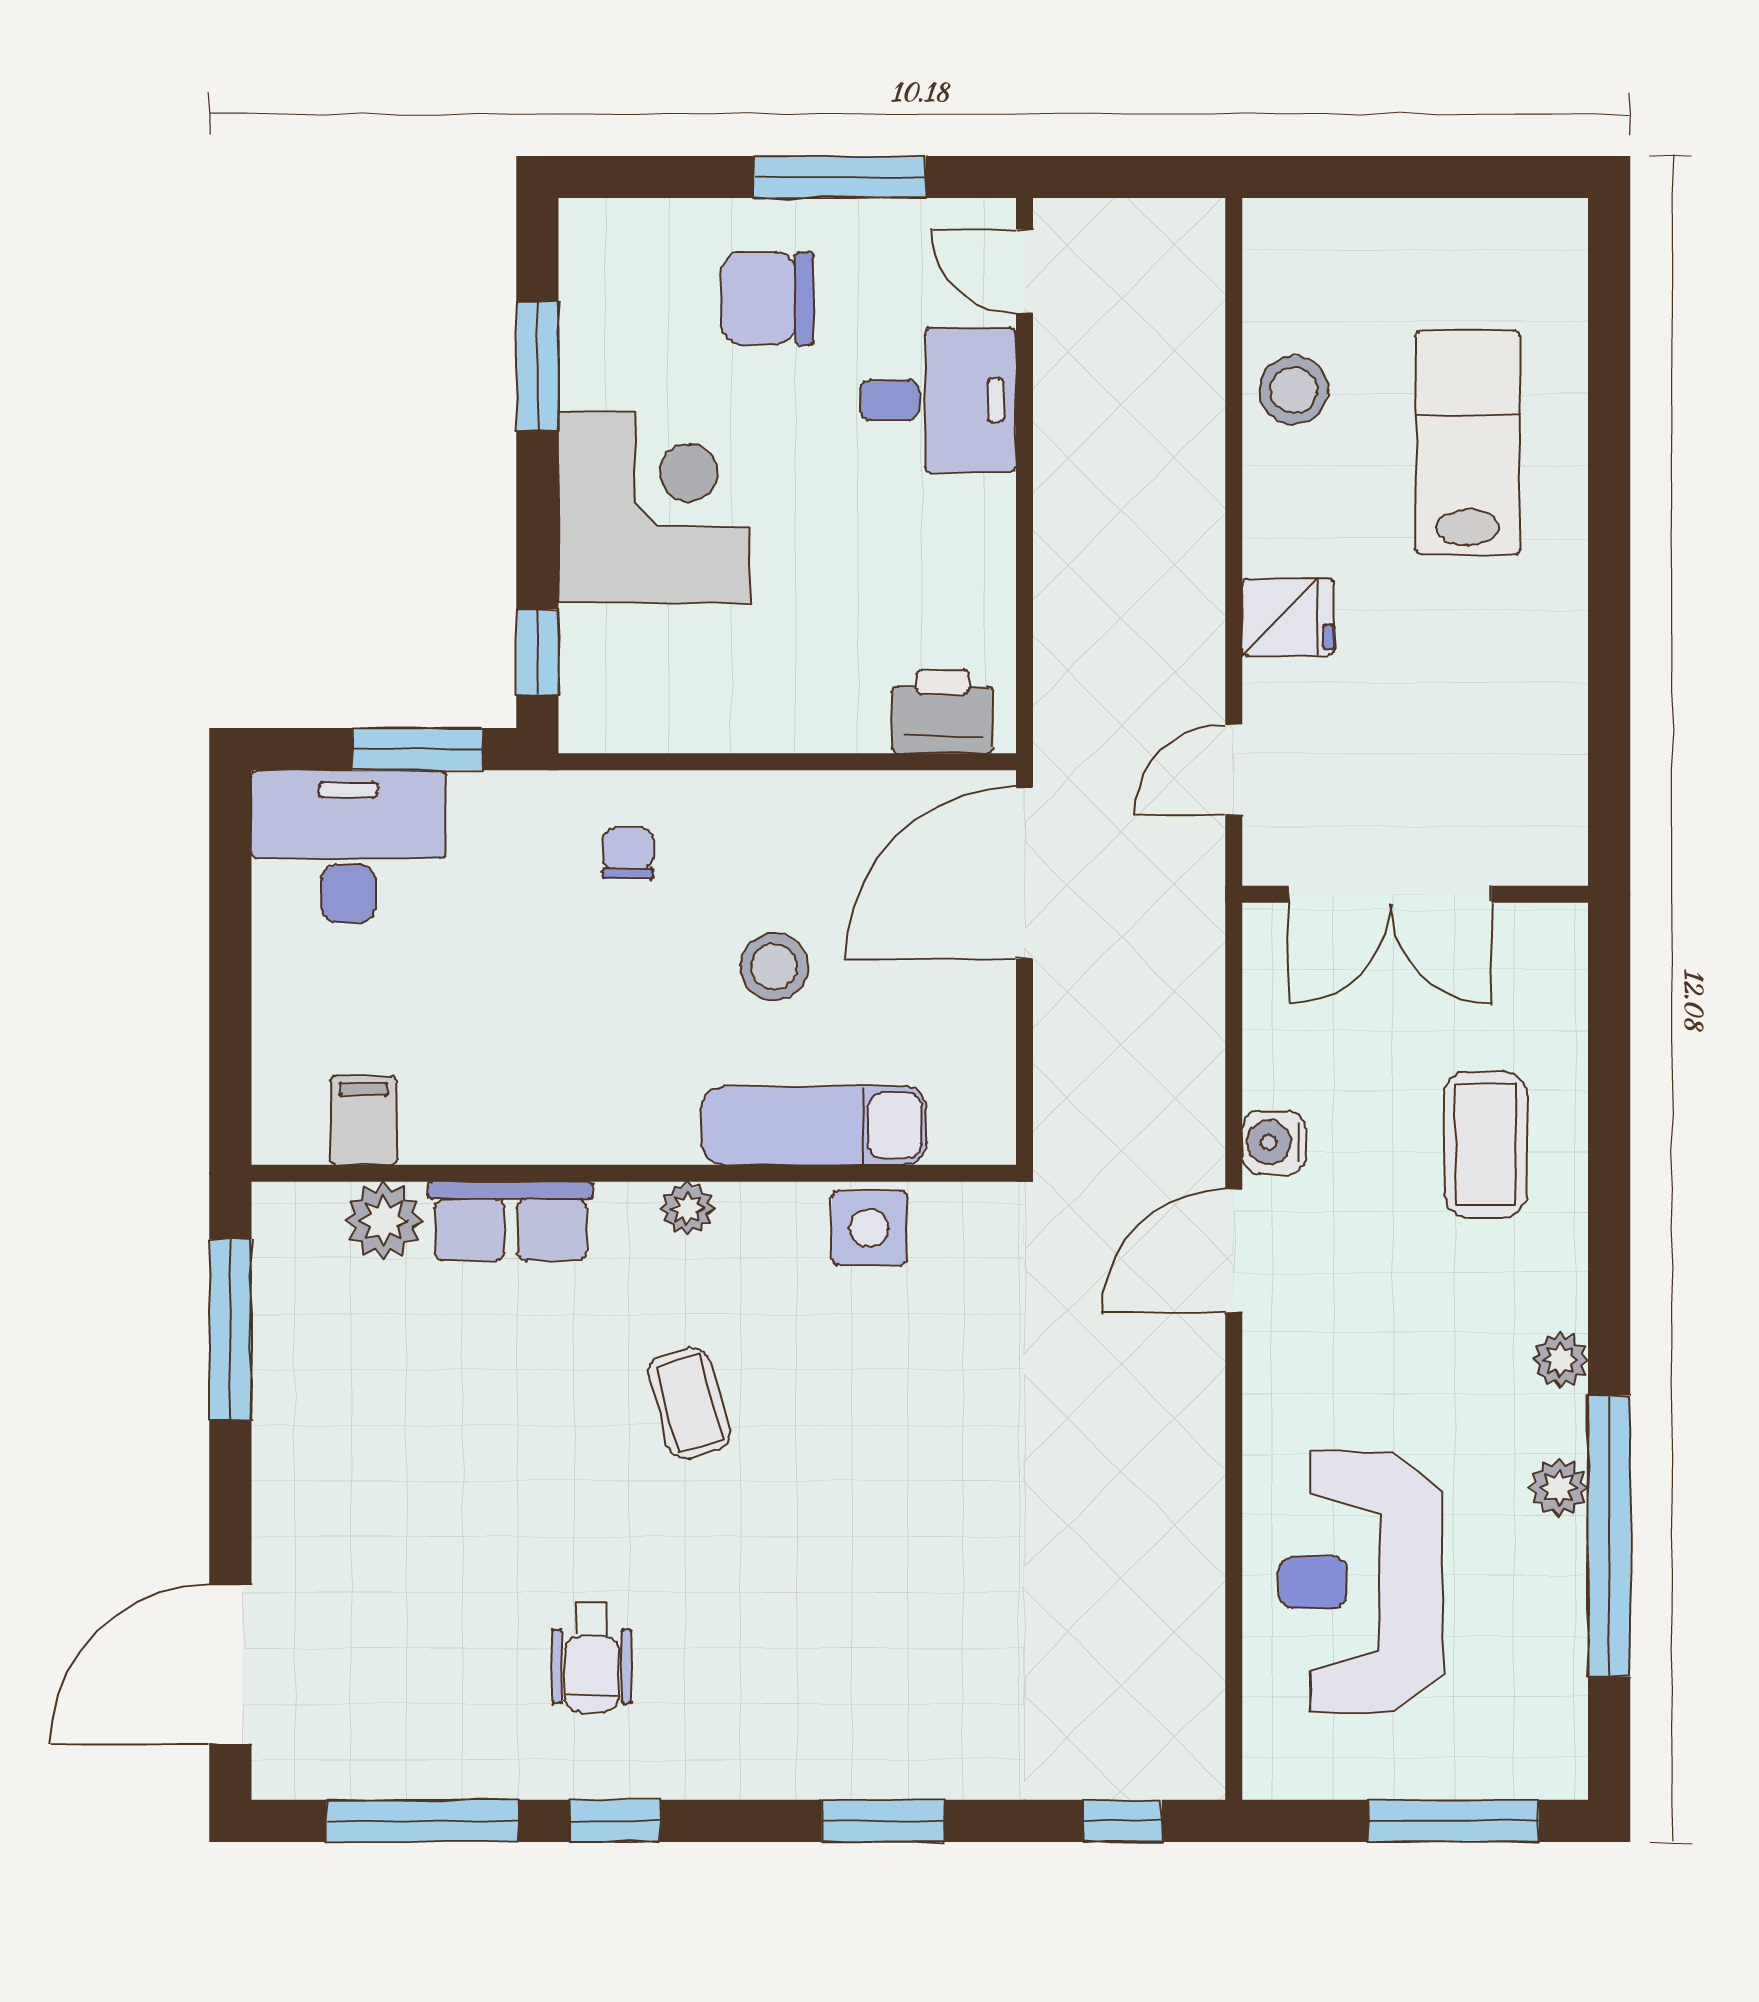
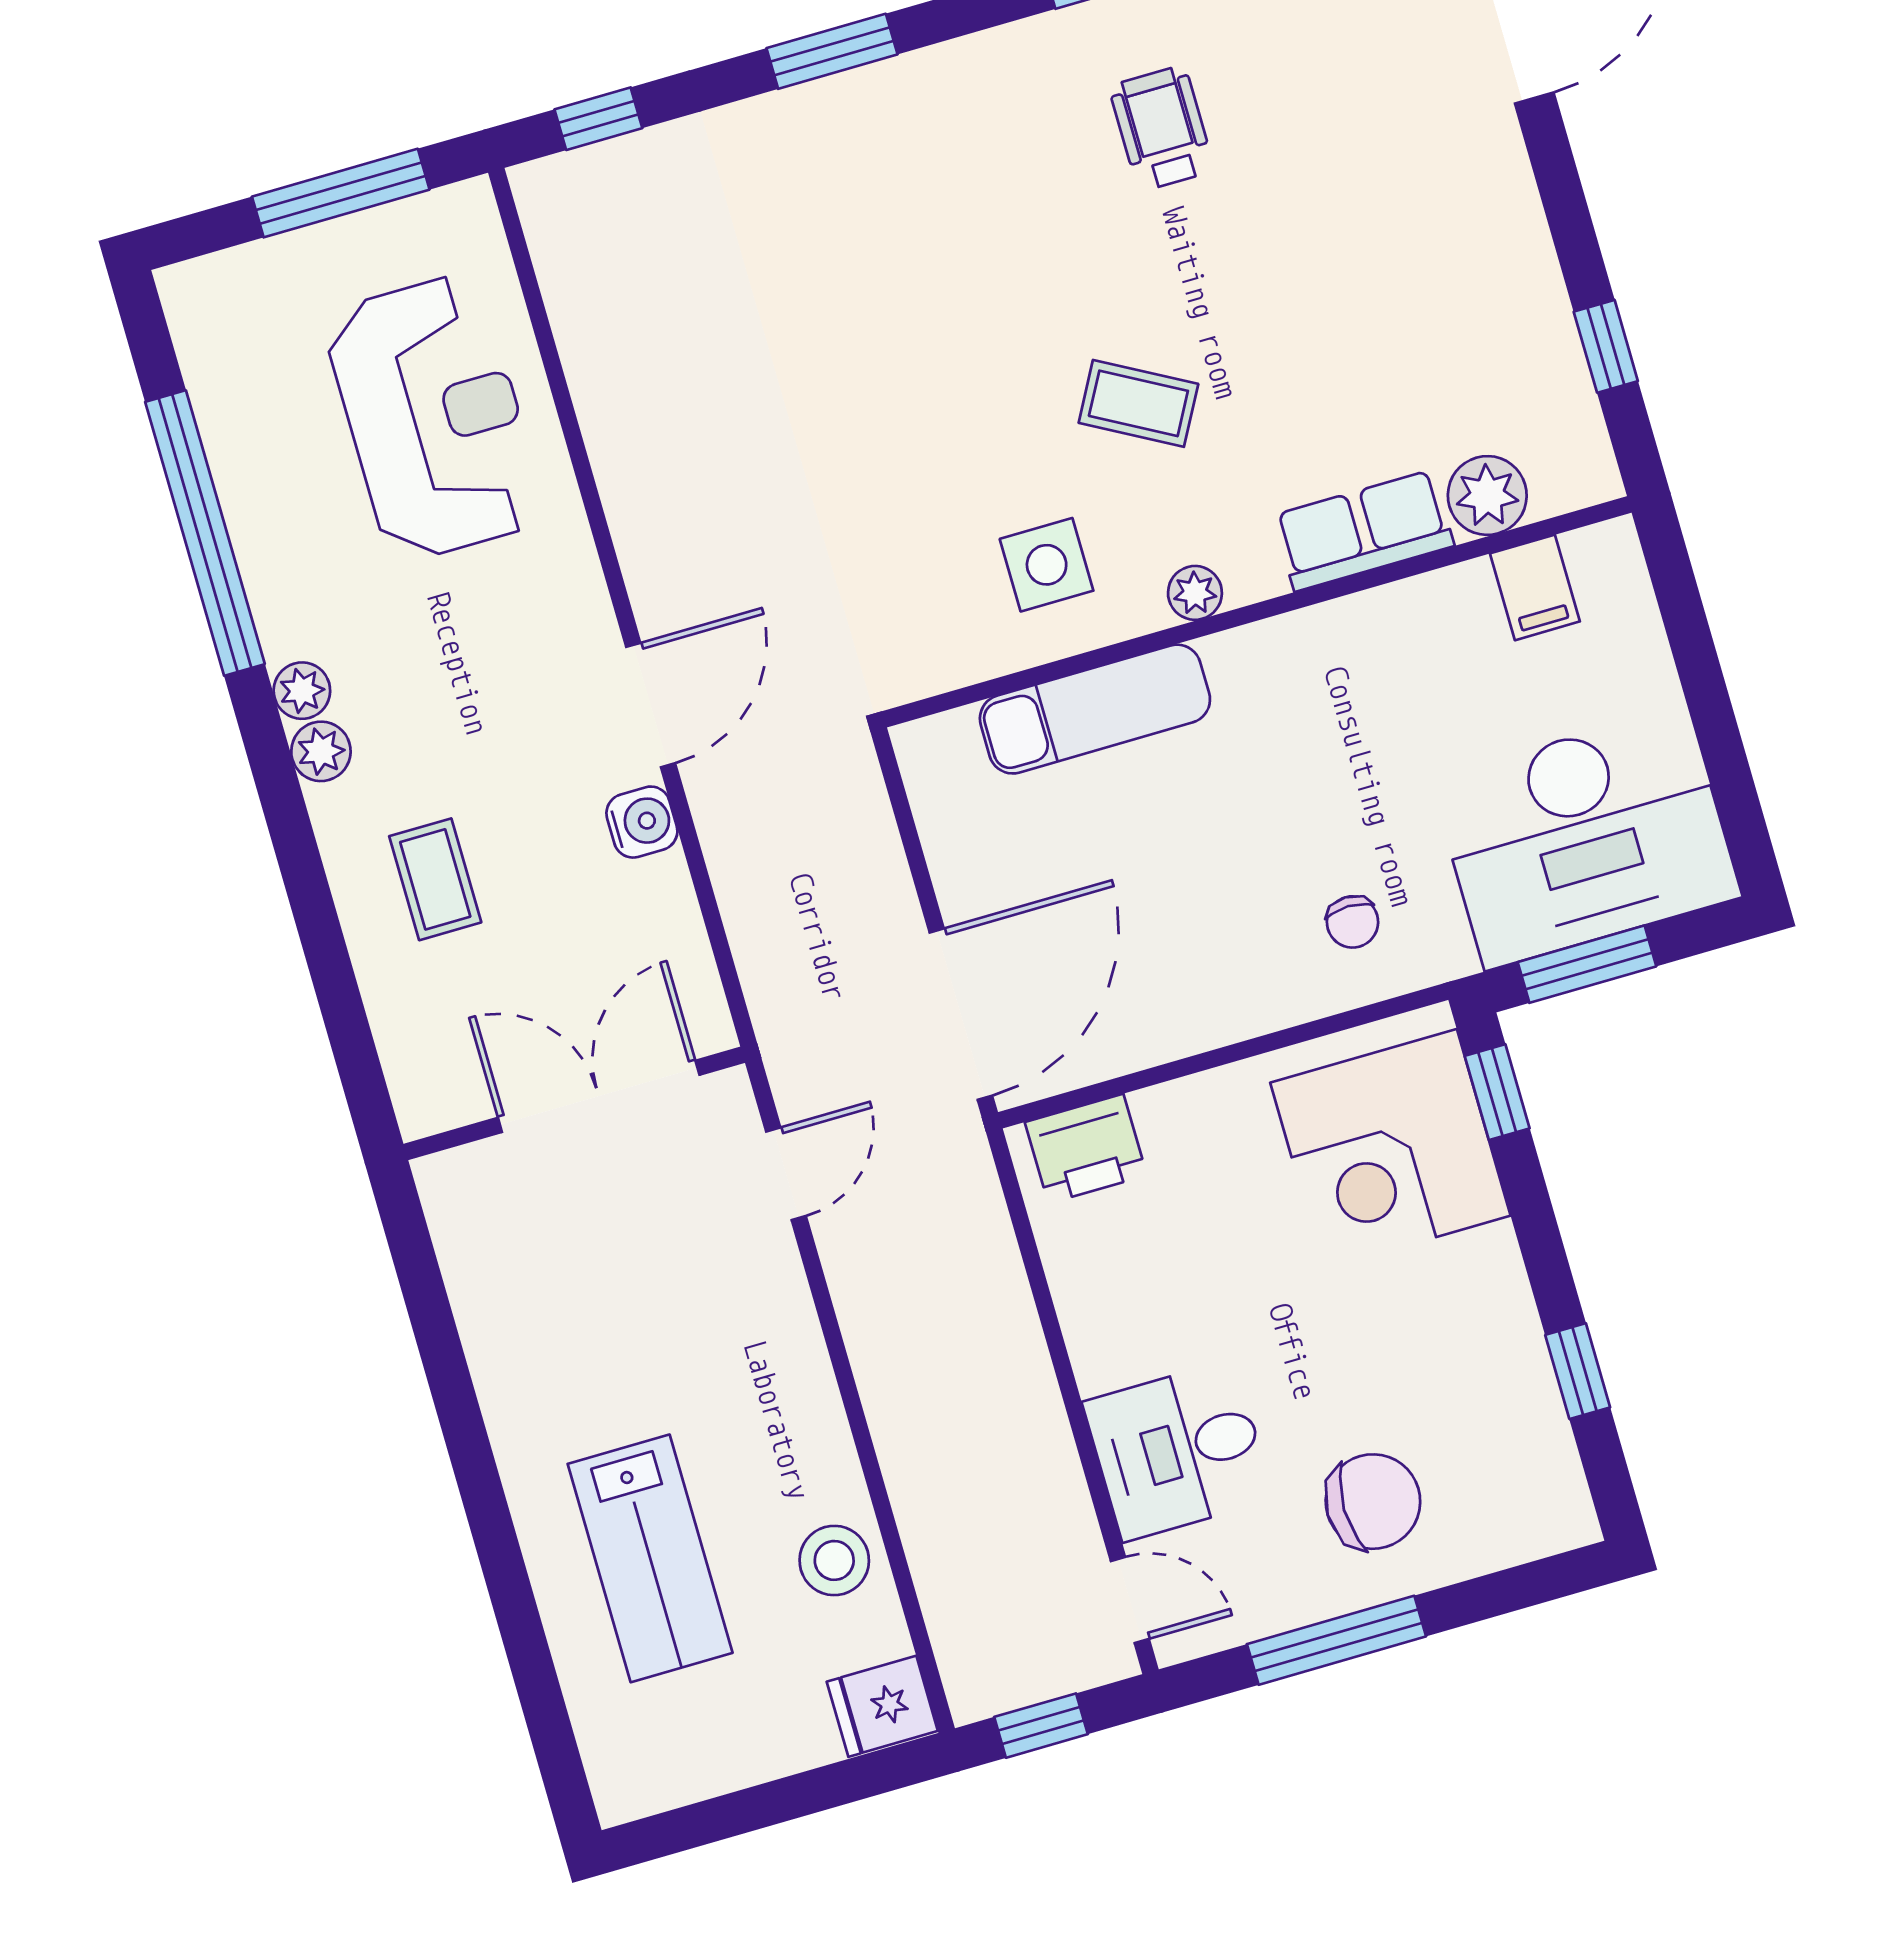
window: (1143, 177) -> (1041, 1726), added
window: (537, 366) -> (1578, 1371), width x0.67
corner desk: (654, 507) -> (1390, 1149), moved
fridge: (1288, 617) -> (882, 1706), moved
desk: (348, 846) -> (1586, 838), width x1.36, depth x1.30
stool: (774, 966) -> (1178, 853), removed
coffee table: (1486, 1145) -> (435, 879), width x0.73, depth x0.77
side table: (869, 1228) -> (1047, 565), moved
window: (230, 1330) -> (1606, 346), width x0.46
coffee table: (689, 1403) -> (1138, 403), turned -45
plant: (1559, 1488) -> (321, 751), moved
window: (1454, 1821) -> (341, 193), moved

